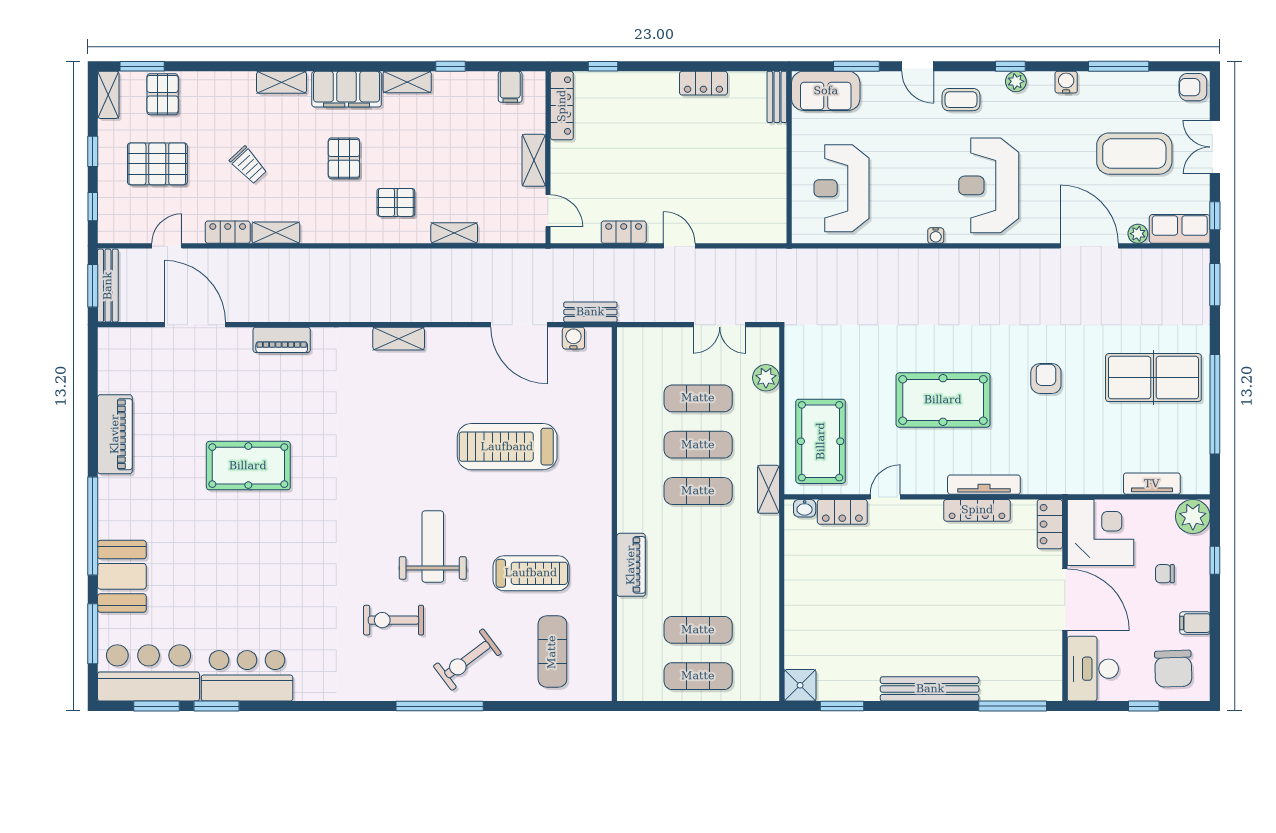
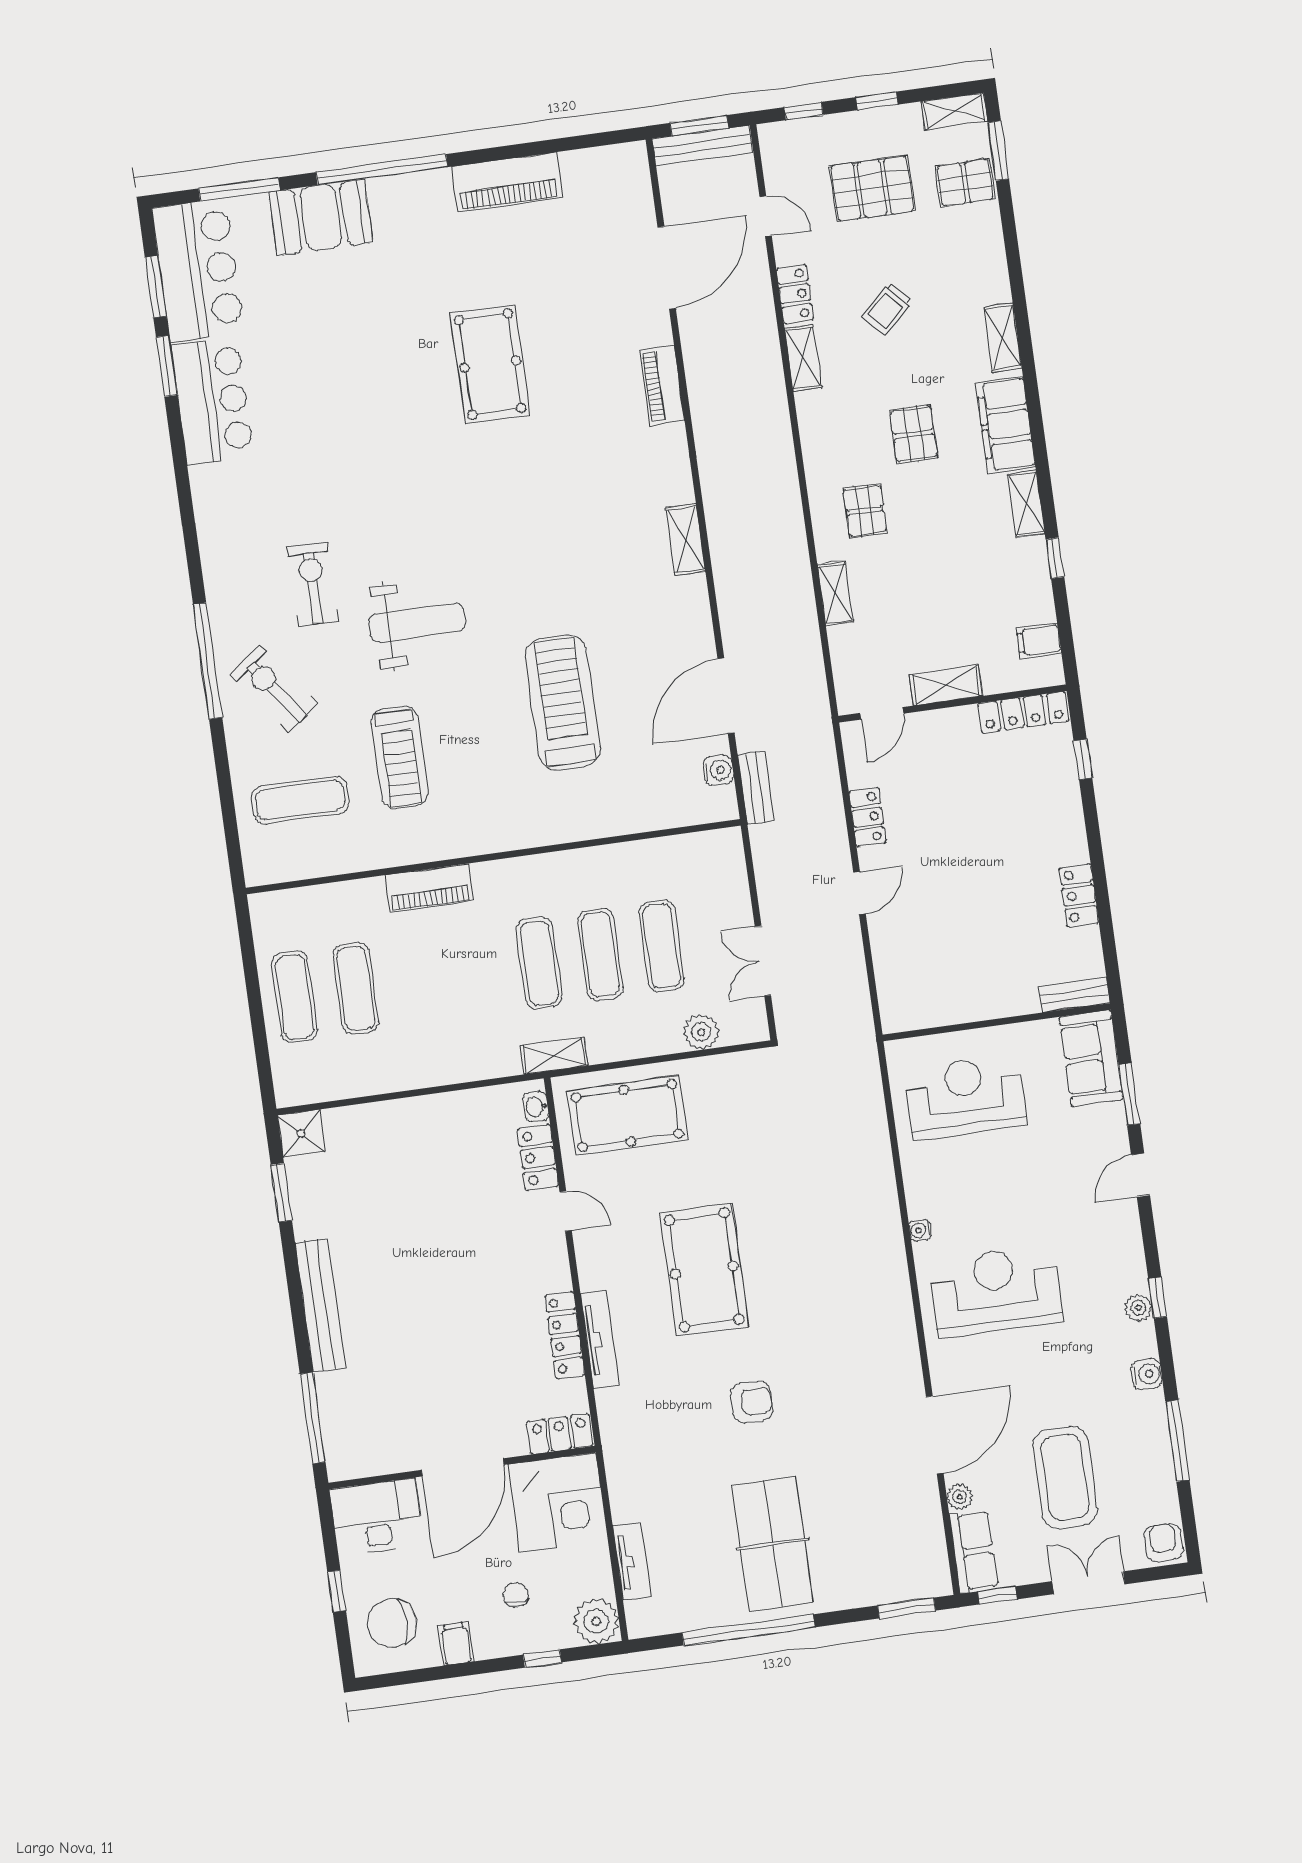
coffee table: (961, 100) -> (1104, 1239), removed
pallet: (344, 158) -> (914, 434), turned 90
pallet: (157, 164) -> (872, 188), turned 90

